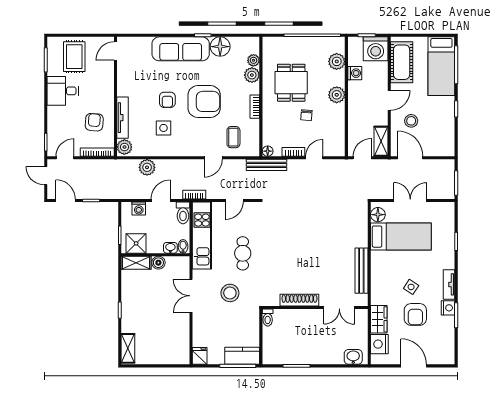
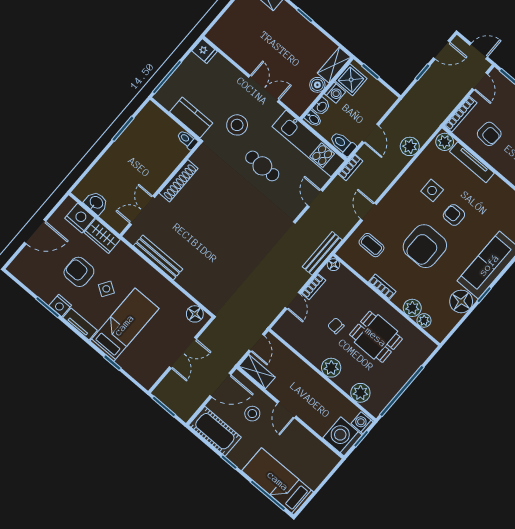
cot: (402, 62) -> (215, 431), moved
washing machine: (355, 73) -> (362, 423), moved, turned 90
washing machine: (139, 209) -> (335, 93), moved, turned 180
bed: (401, 237) -> (124, 325), moved, turned 180
kitchen counter: (242, 356) -> (191, 118), moved, turned -90
washbasin: (353, 357) -> (96, 203), moved, turned -90

